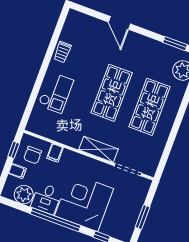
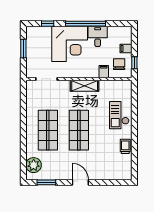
door: (119, 23) -> (80, 182), moved
shelving: (99, 149) -> (85, 86), moved
plant: (24, 195) -> (115, 33), removed

